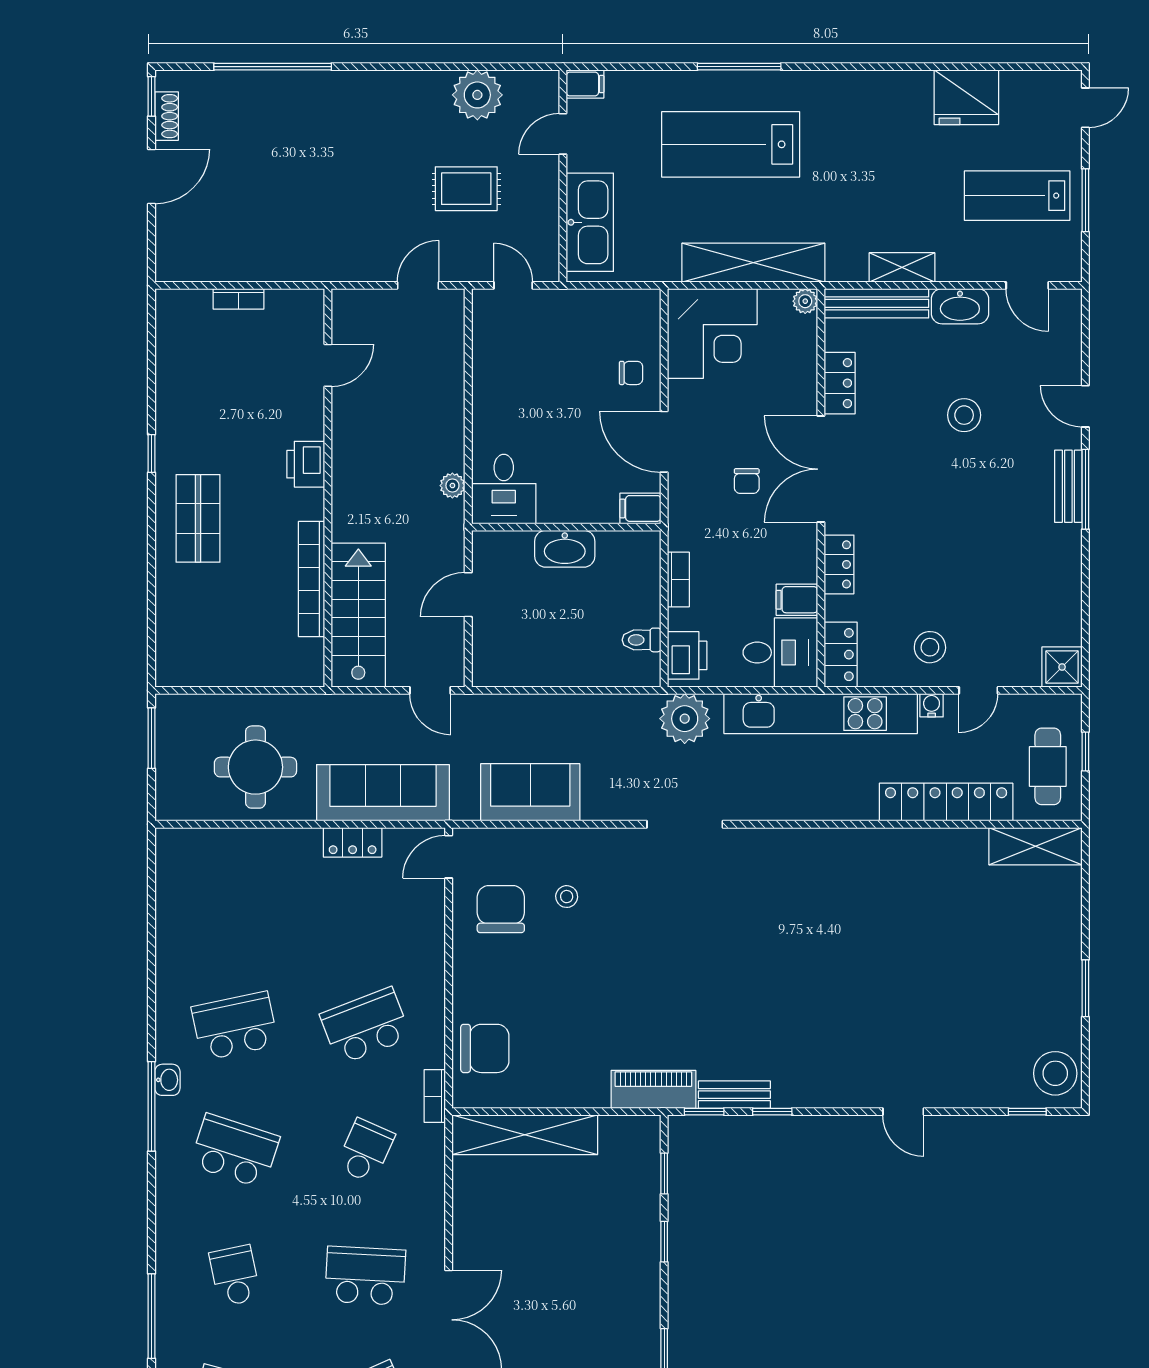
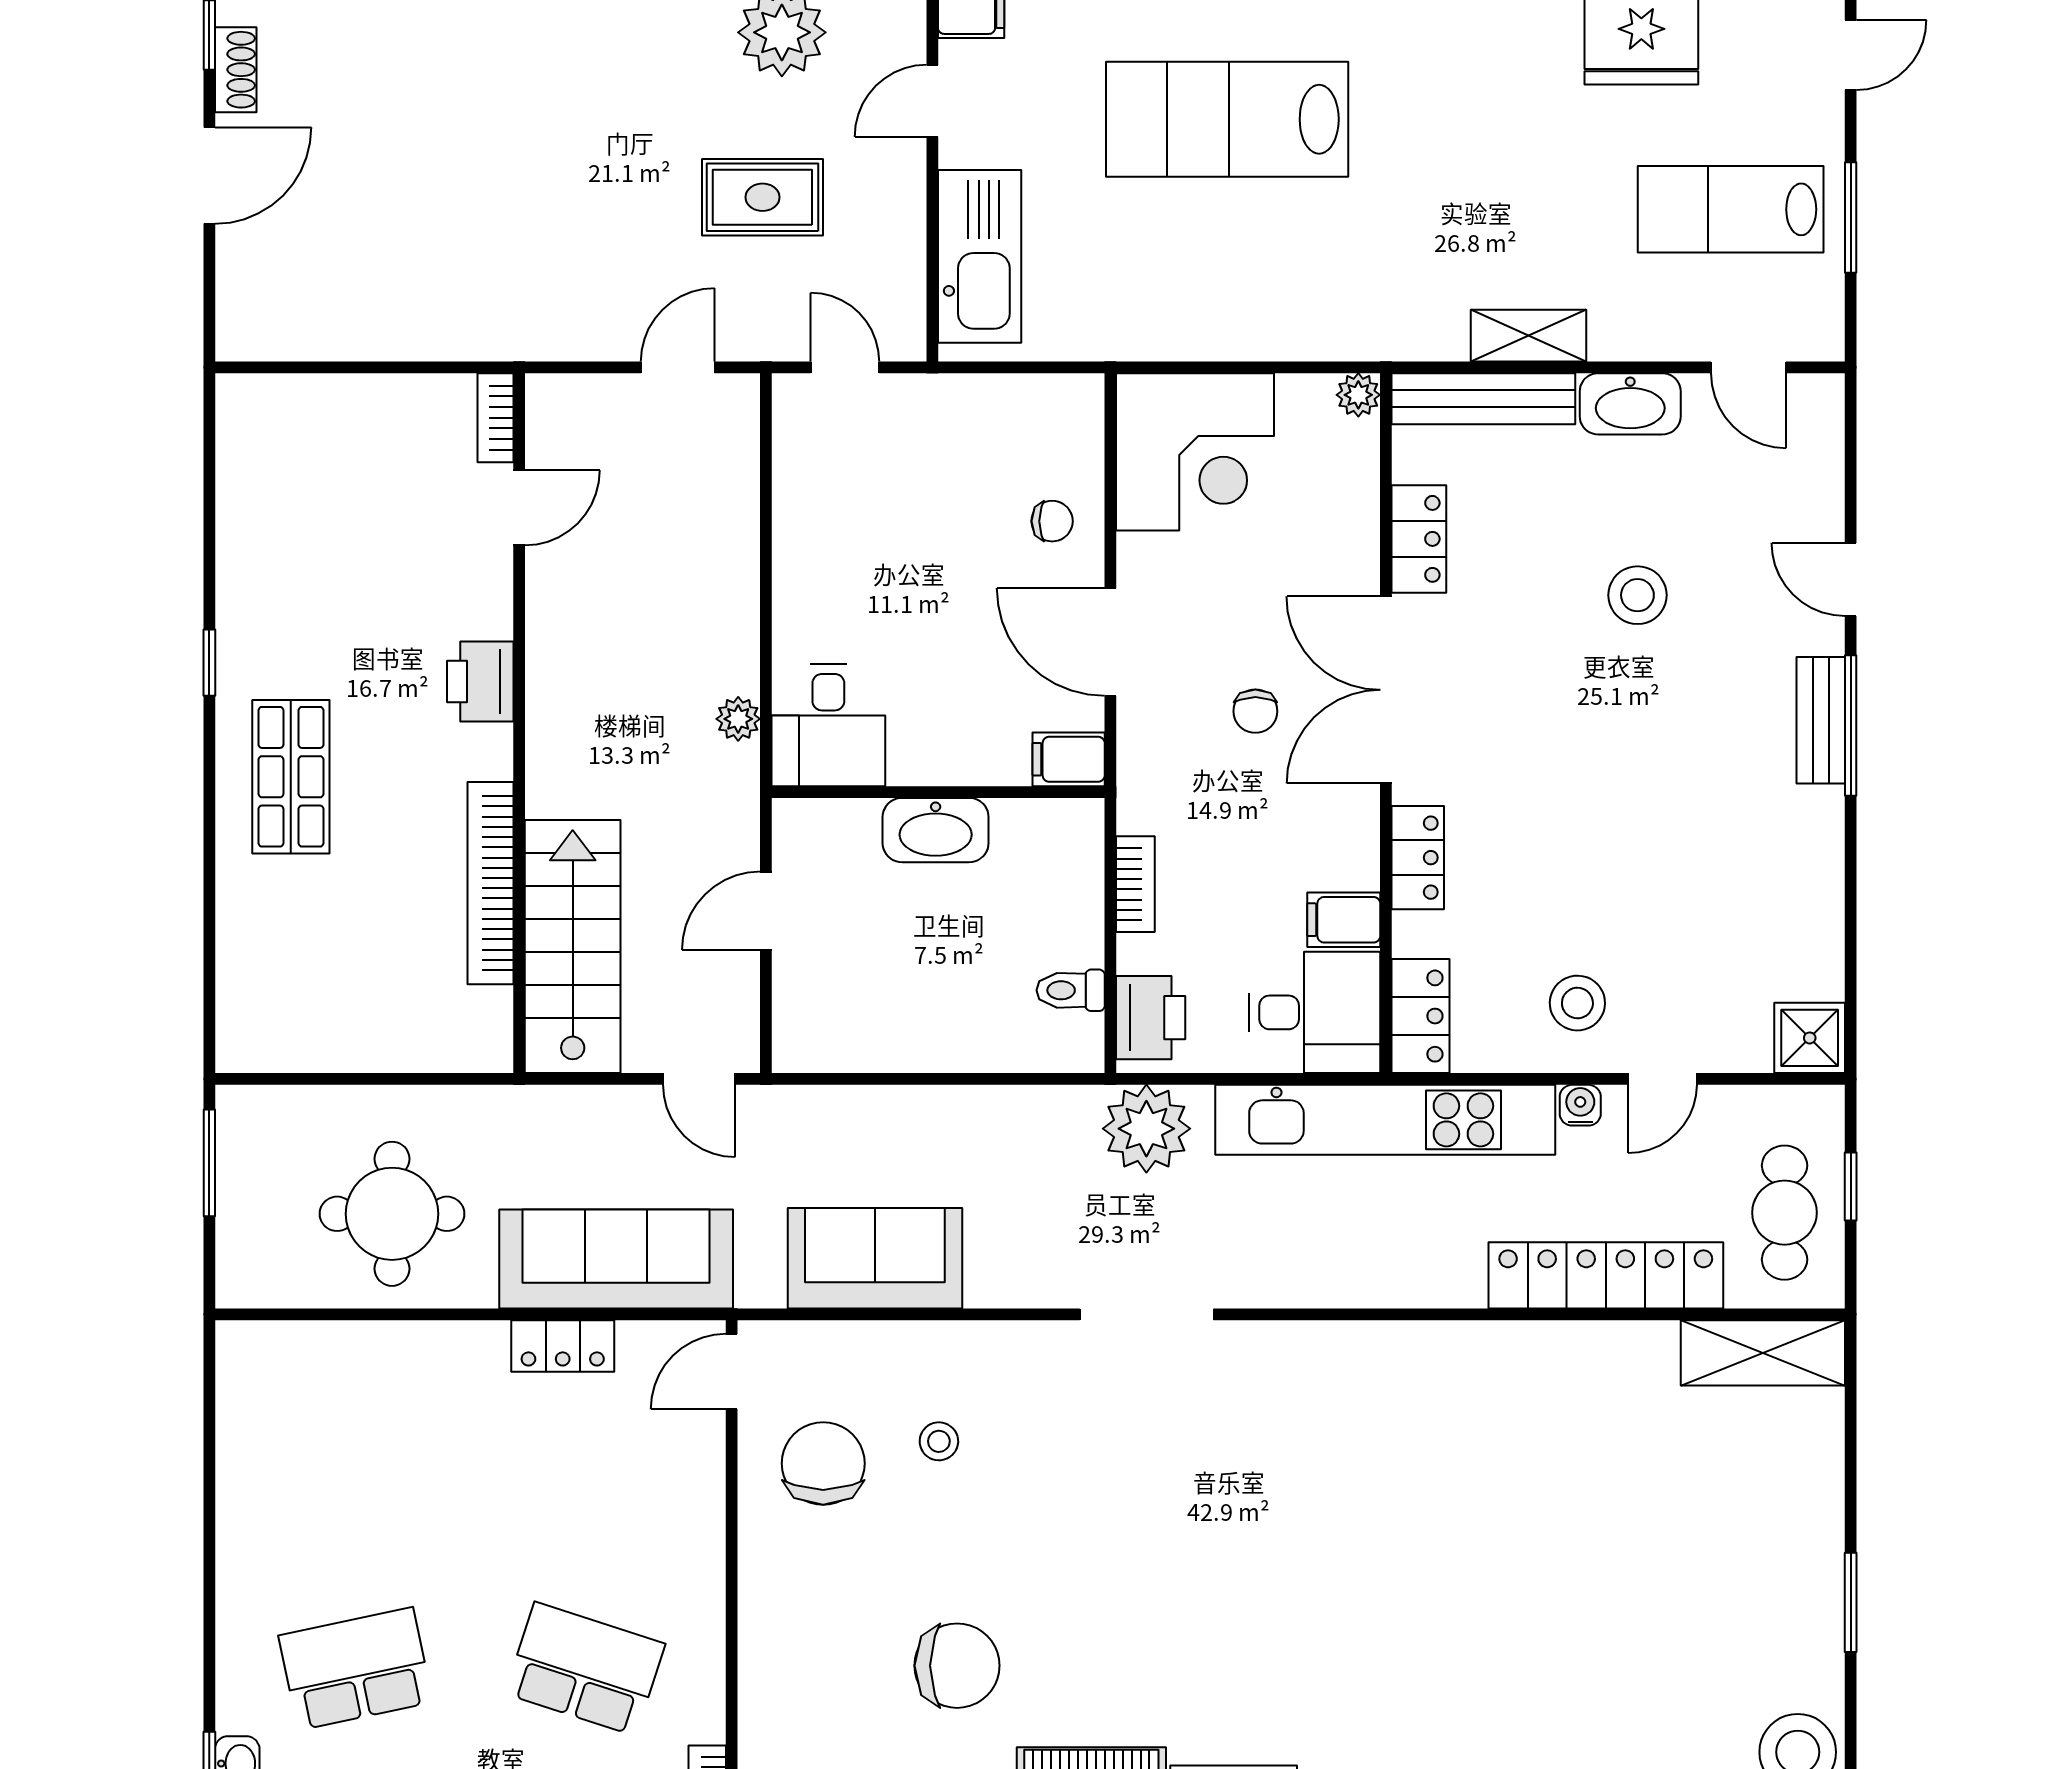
shelving: (753, 263) -> (1267, 327), removed
bookcase: (238, 299) -> (496, 418), moved, turned 90
school desk: (365, 1026) -> (585, 1669), turned 39
chair: (485, 1048) -> (957, 1666), moved

